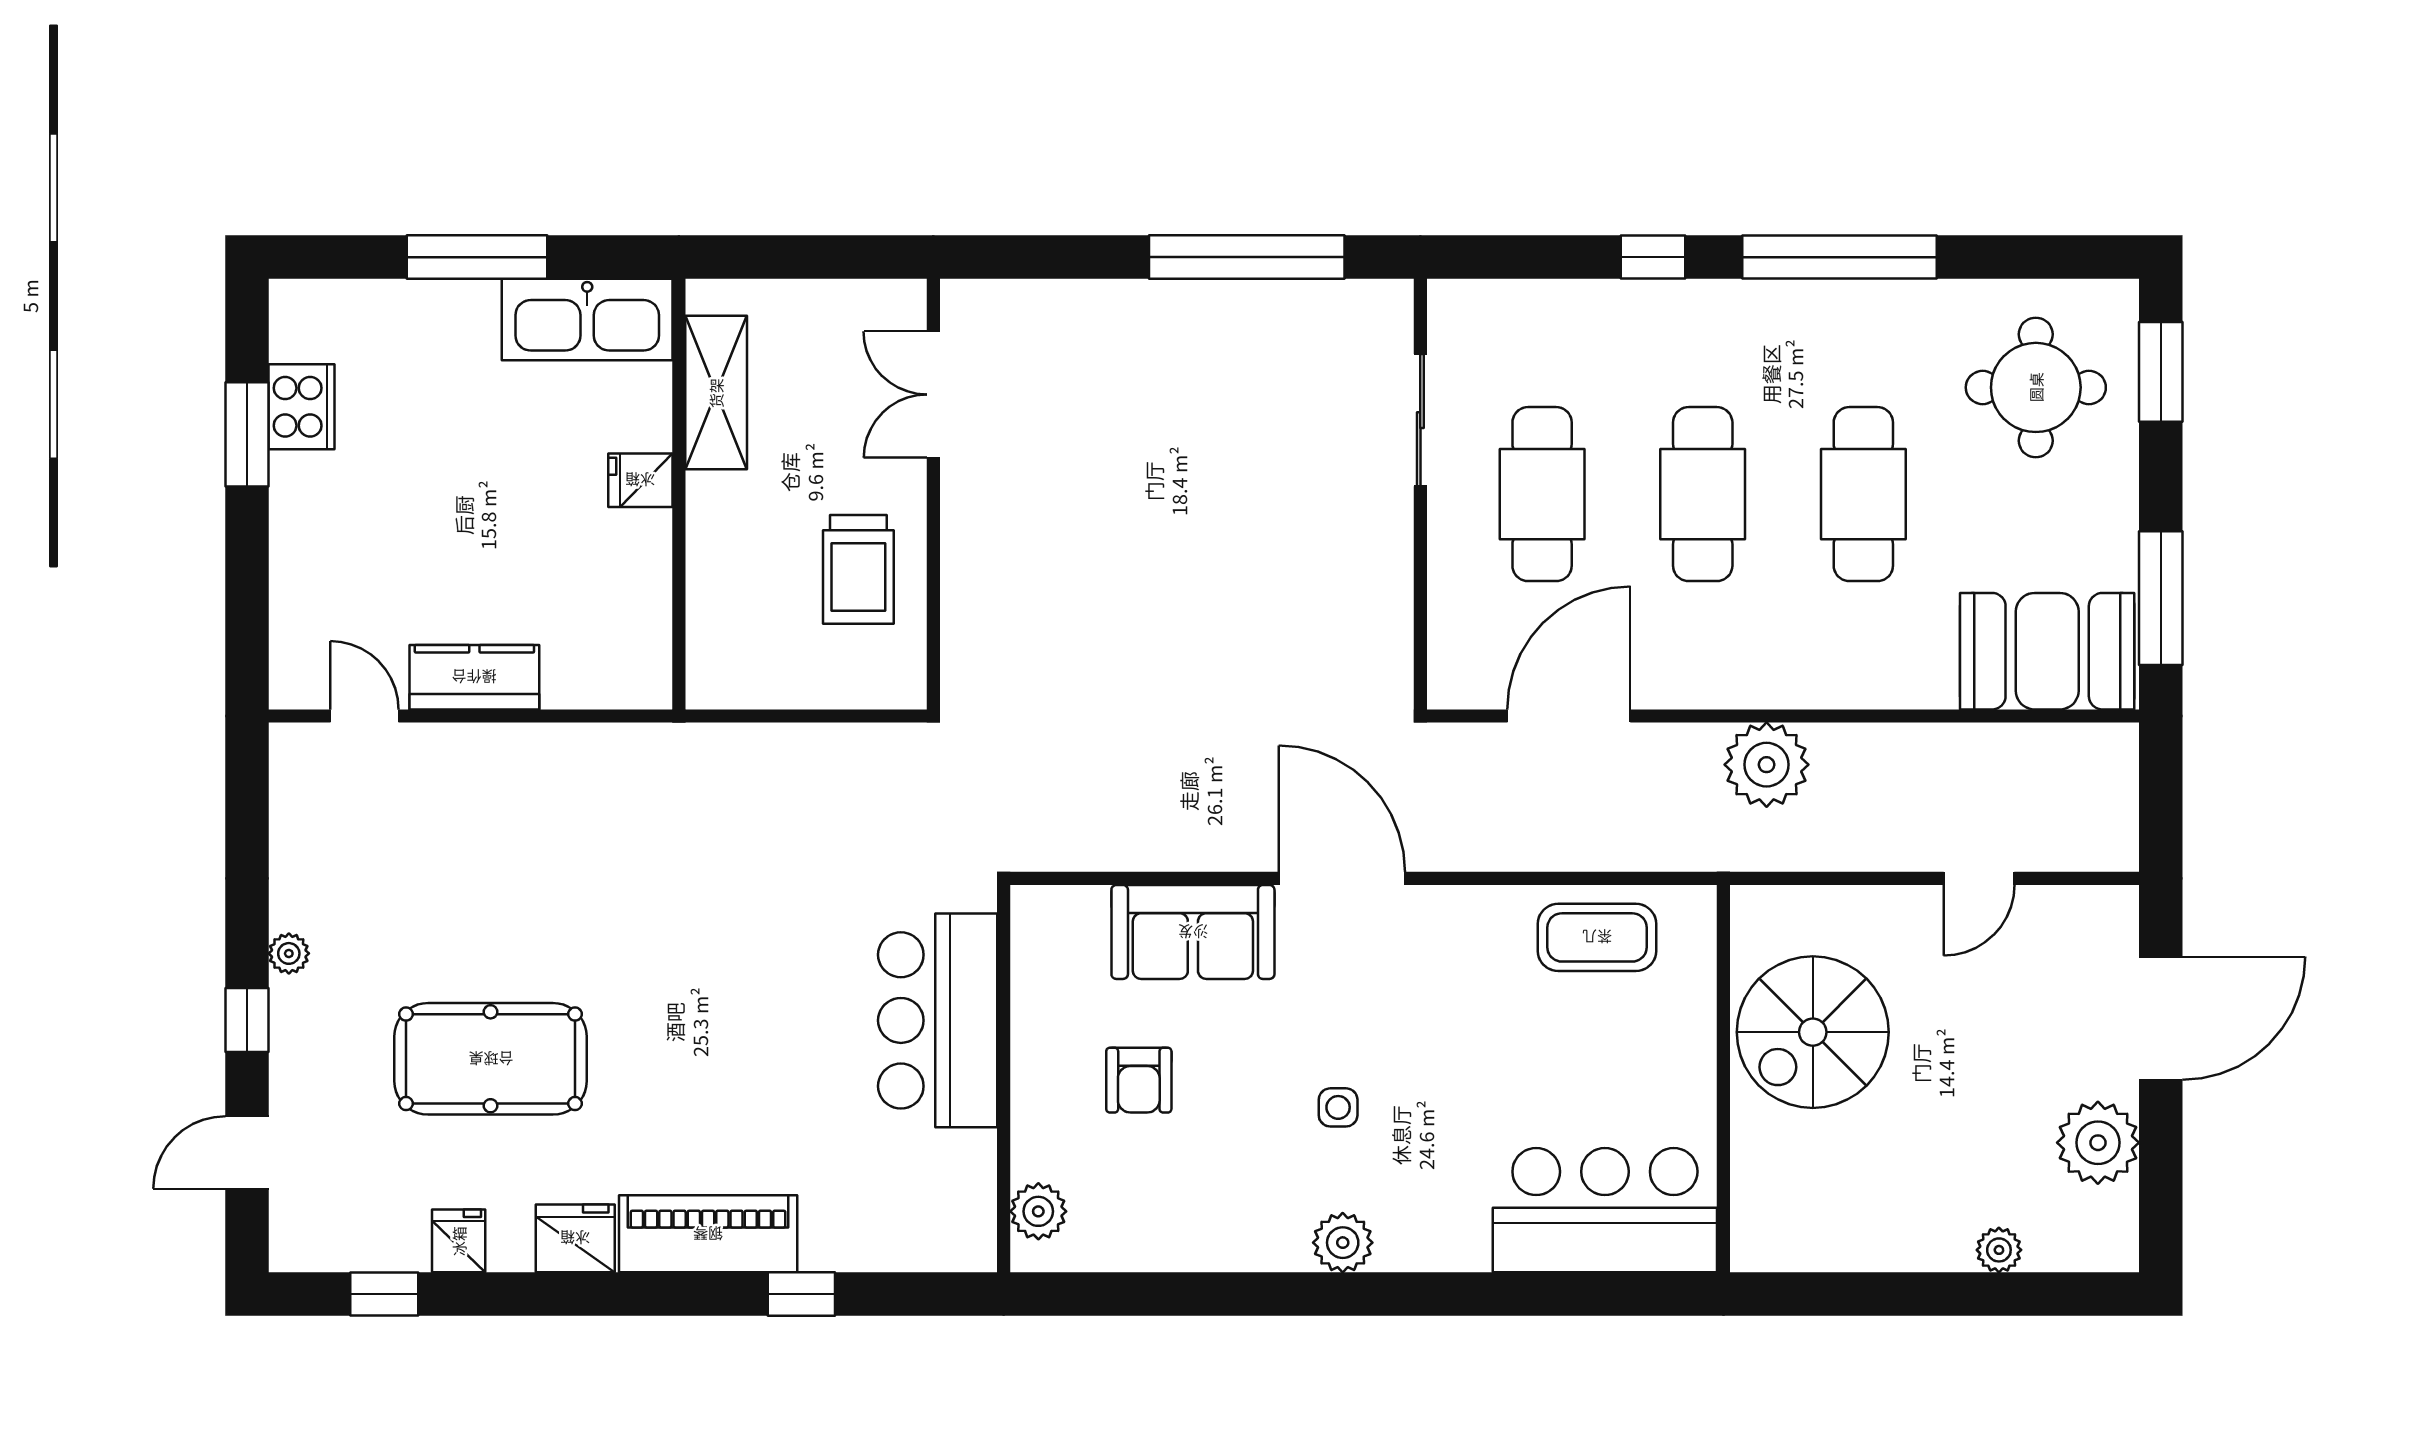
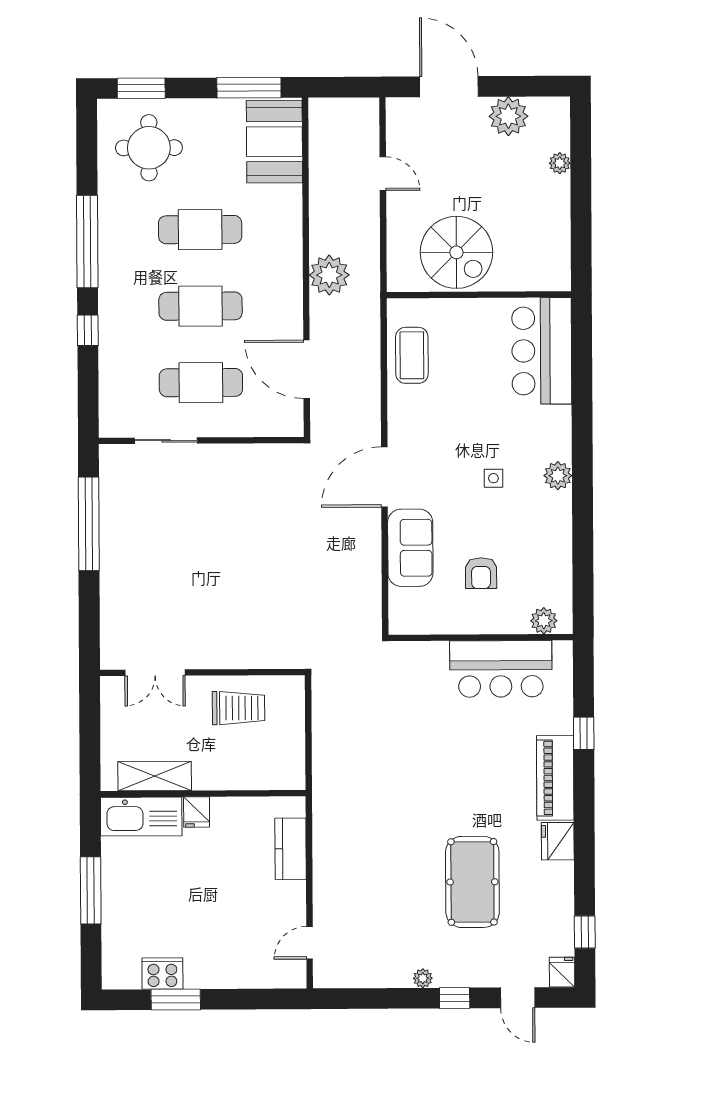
kitchen sink: (587, 320) -> (141, 817), moved, turned 90
kitchen counter: (474, 677) -> (291, 849), moved
bar counter: (938, 1020) -> (501, 669), moved
armchair: (1139, 1080) -> (481, 573), turned 90
fridge: (459, 1241) -> (562, 972), moved, turned 90

